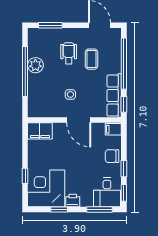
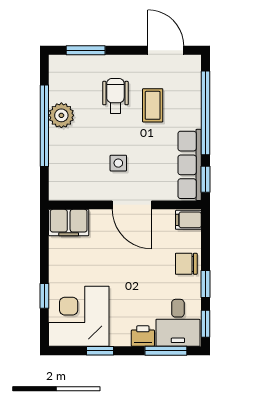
printer: (73, 200) -> (143, 336), moved

